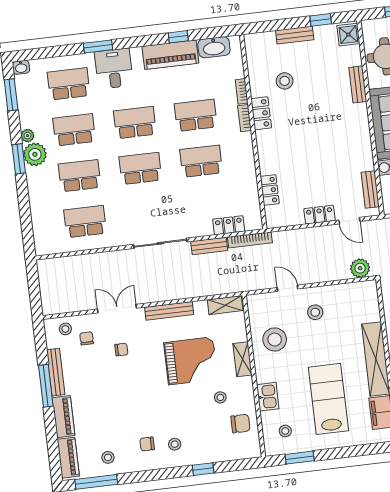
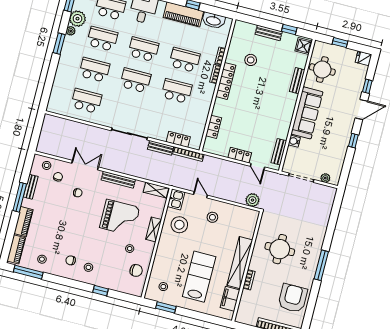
locker: (261, 113) -> (226, 81), width x1.53
plant: (35, 154) -> (77, 19), moved
bench: (56, 372) -> (31, 187), width x0.73
kitchen sink: (268, 397) -> (176, 199), moved

